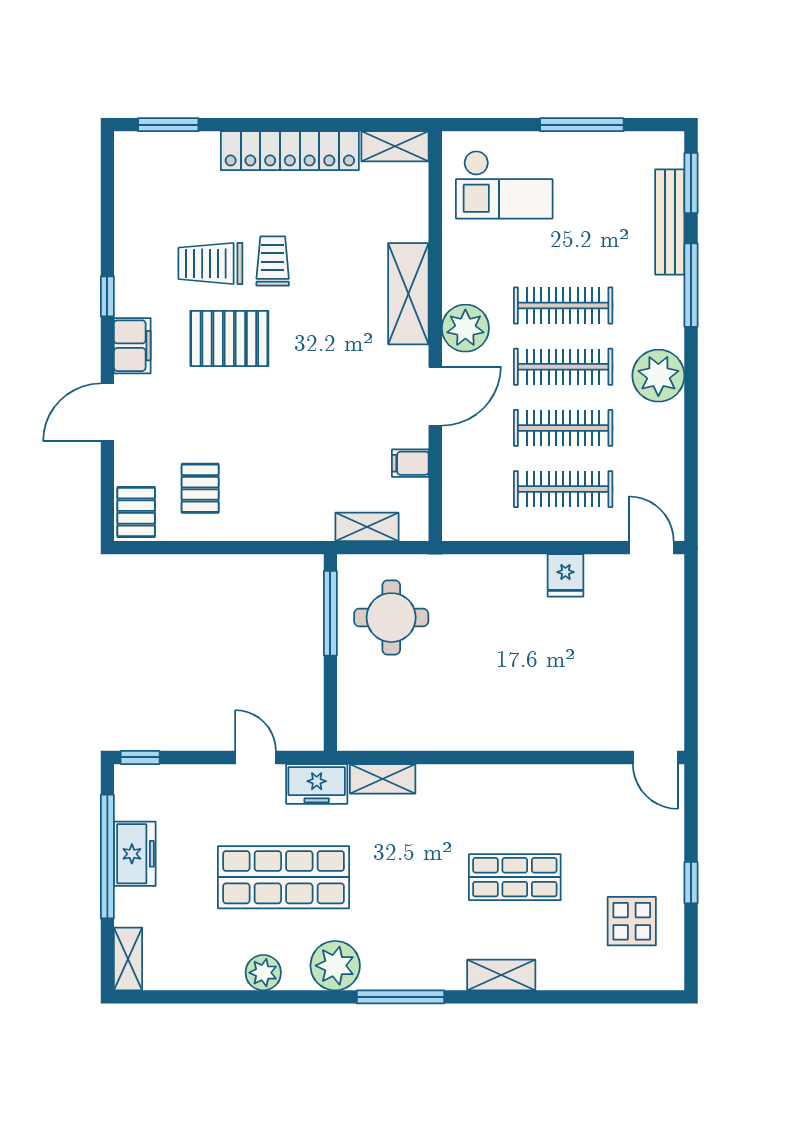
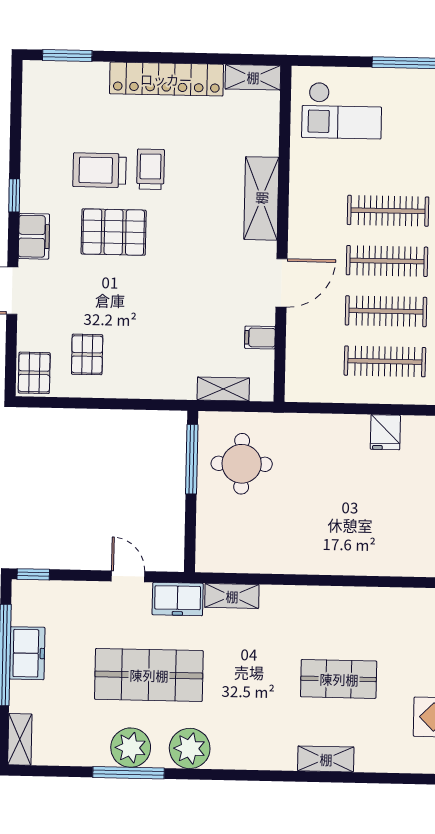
plant: (465, 328) -> (307, 228), removed
plant: (263, 973) -> (131, 748), width x1.36, depth x1.36
window: (400, 997) -> (129, 773), moved

